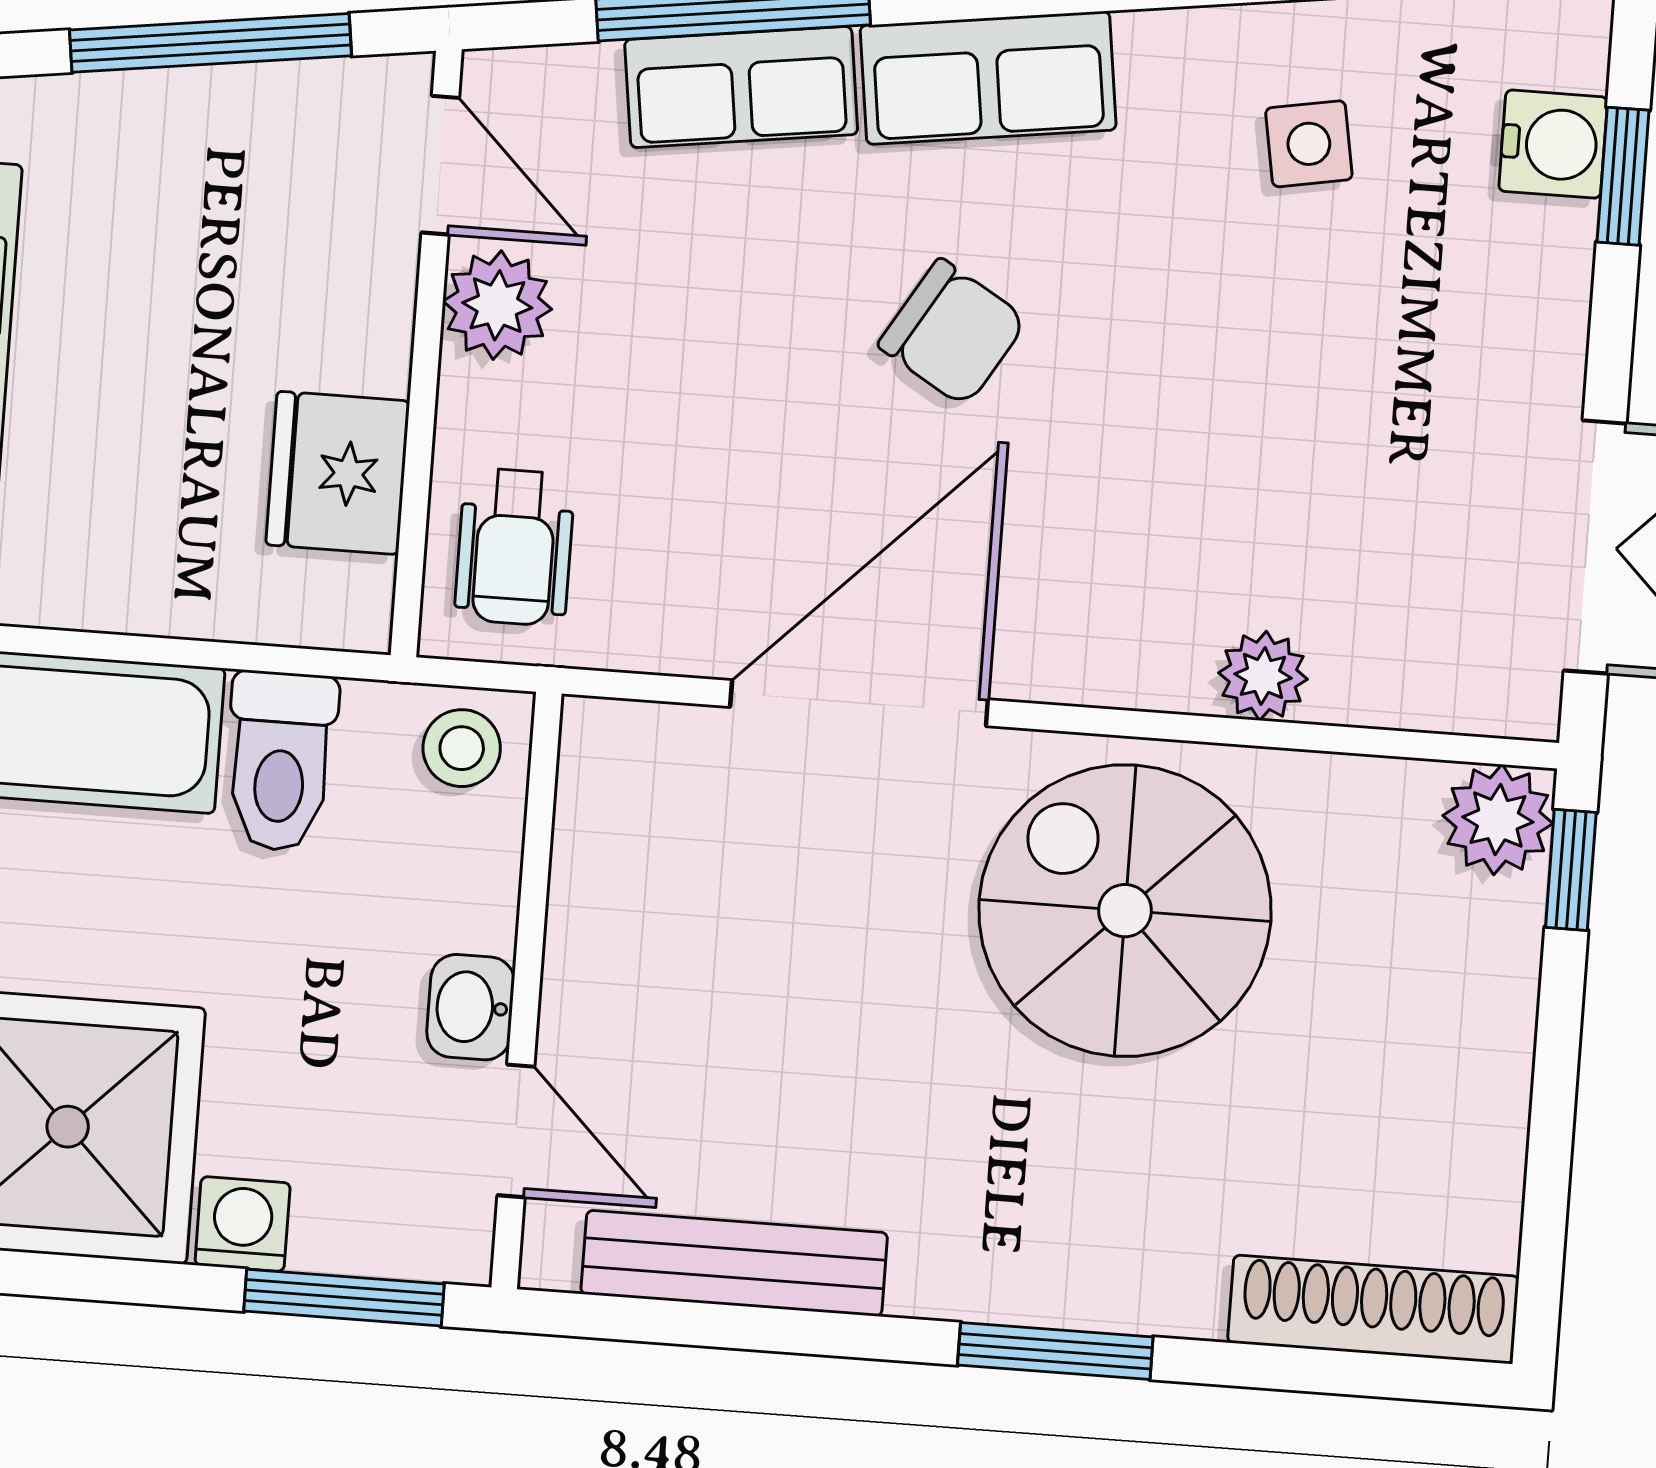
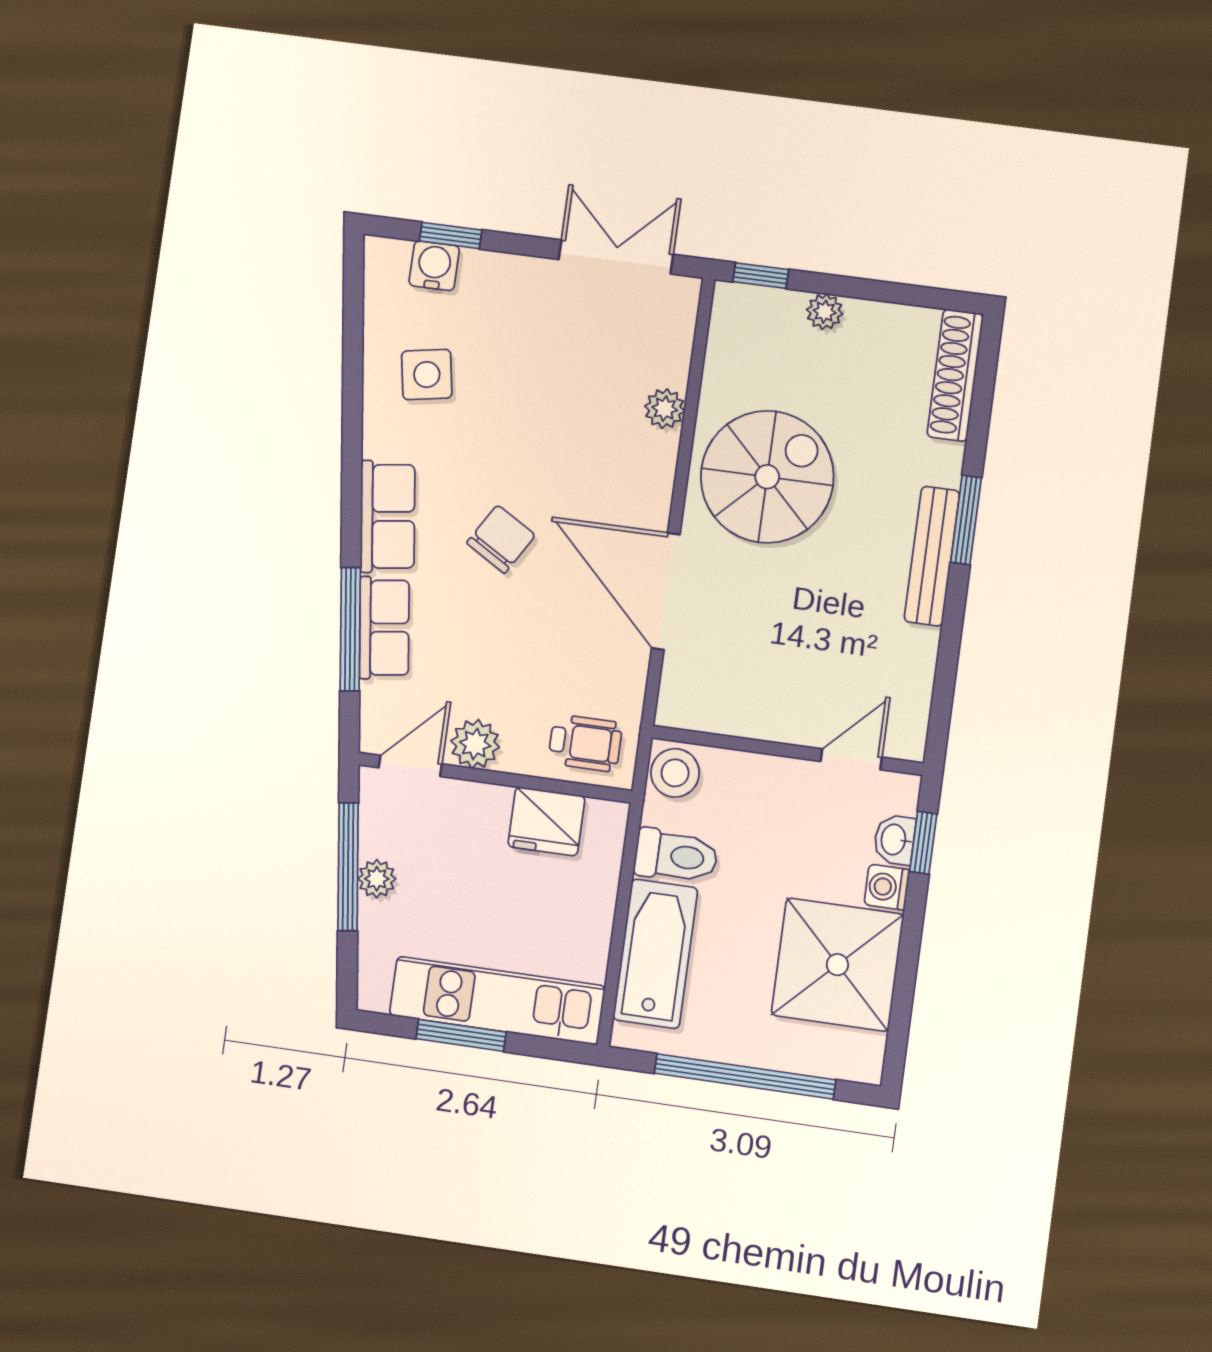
plant: (188, 108) -> (377, 879), added
side table: (1309, 144) -> (427, 375), width x1.37, depth x1.37
stool: (462, 748) -> (675, 773), width x1.37, depth x1.37
plant: (1498, 820) -> (825, 312), moved, width x0.73, depth x0.73
spiral stairs: (1125, 911) -> (767, 477), turned 180
washbasin: (471, 1007) -> (894, 840), moved, turned 90
bench: (734, 1263) -> (932, 556), moved
window: (344, 1298) -> (923, 843), width x0.67

